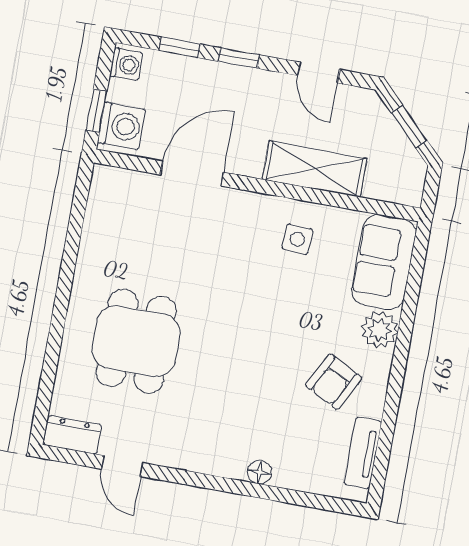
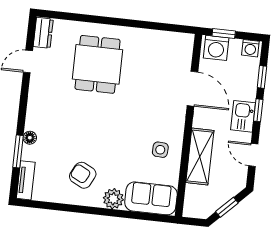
door: (319, 73) -> (253, 155), hinge flipped
kitchen sink: (248, 86) -> (243, 116), added
dining table: (136, 341) -> (98, 64), turned 90
tv unit: (363, 453) -> (26, 180), moved, turned 90
window: (283, 495) -> (18, 151), added

